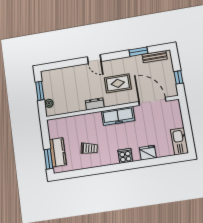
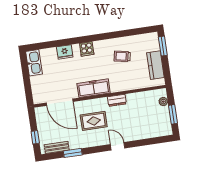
window: (178, 77) -> (35, 137), moved
kitchen counter: (58, 152) -> (155, 65), moved

